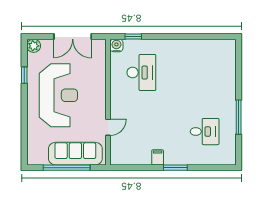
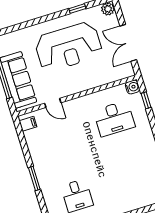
filing cabinet: (158, 157) -> (28, 124), moved

